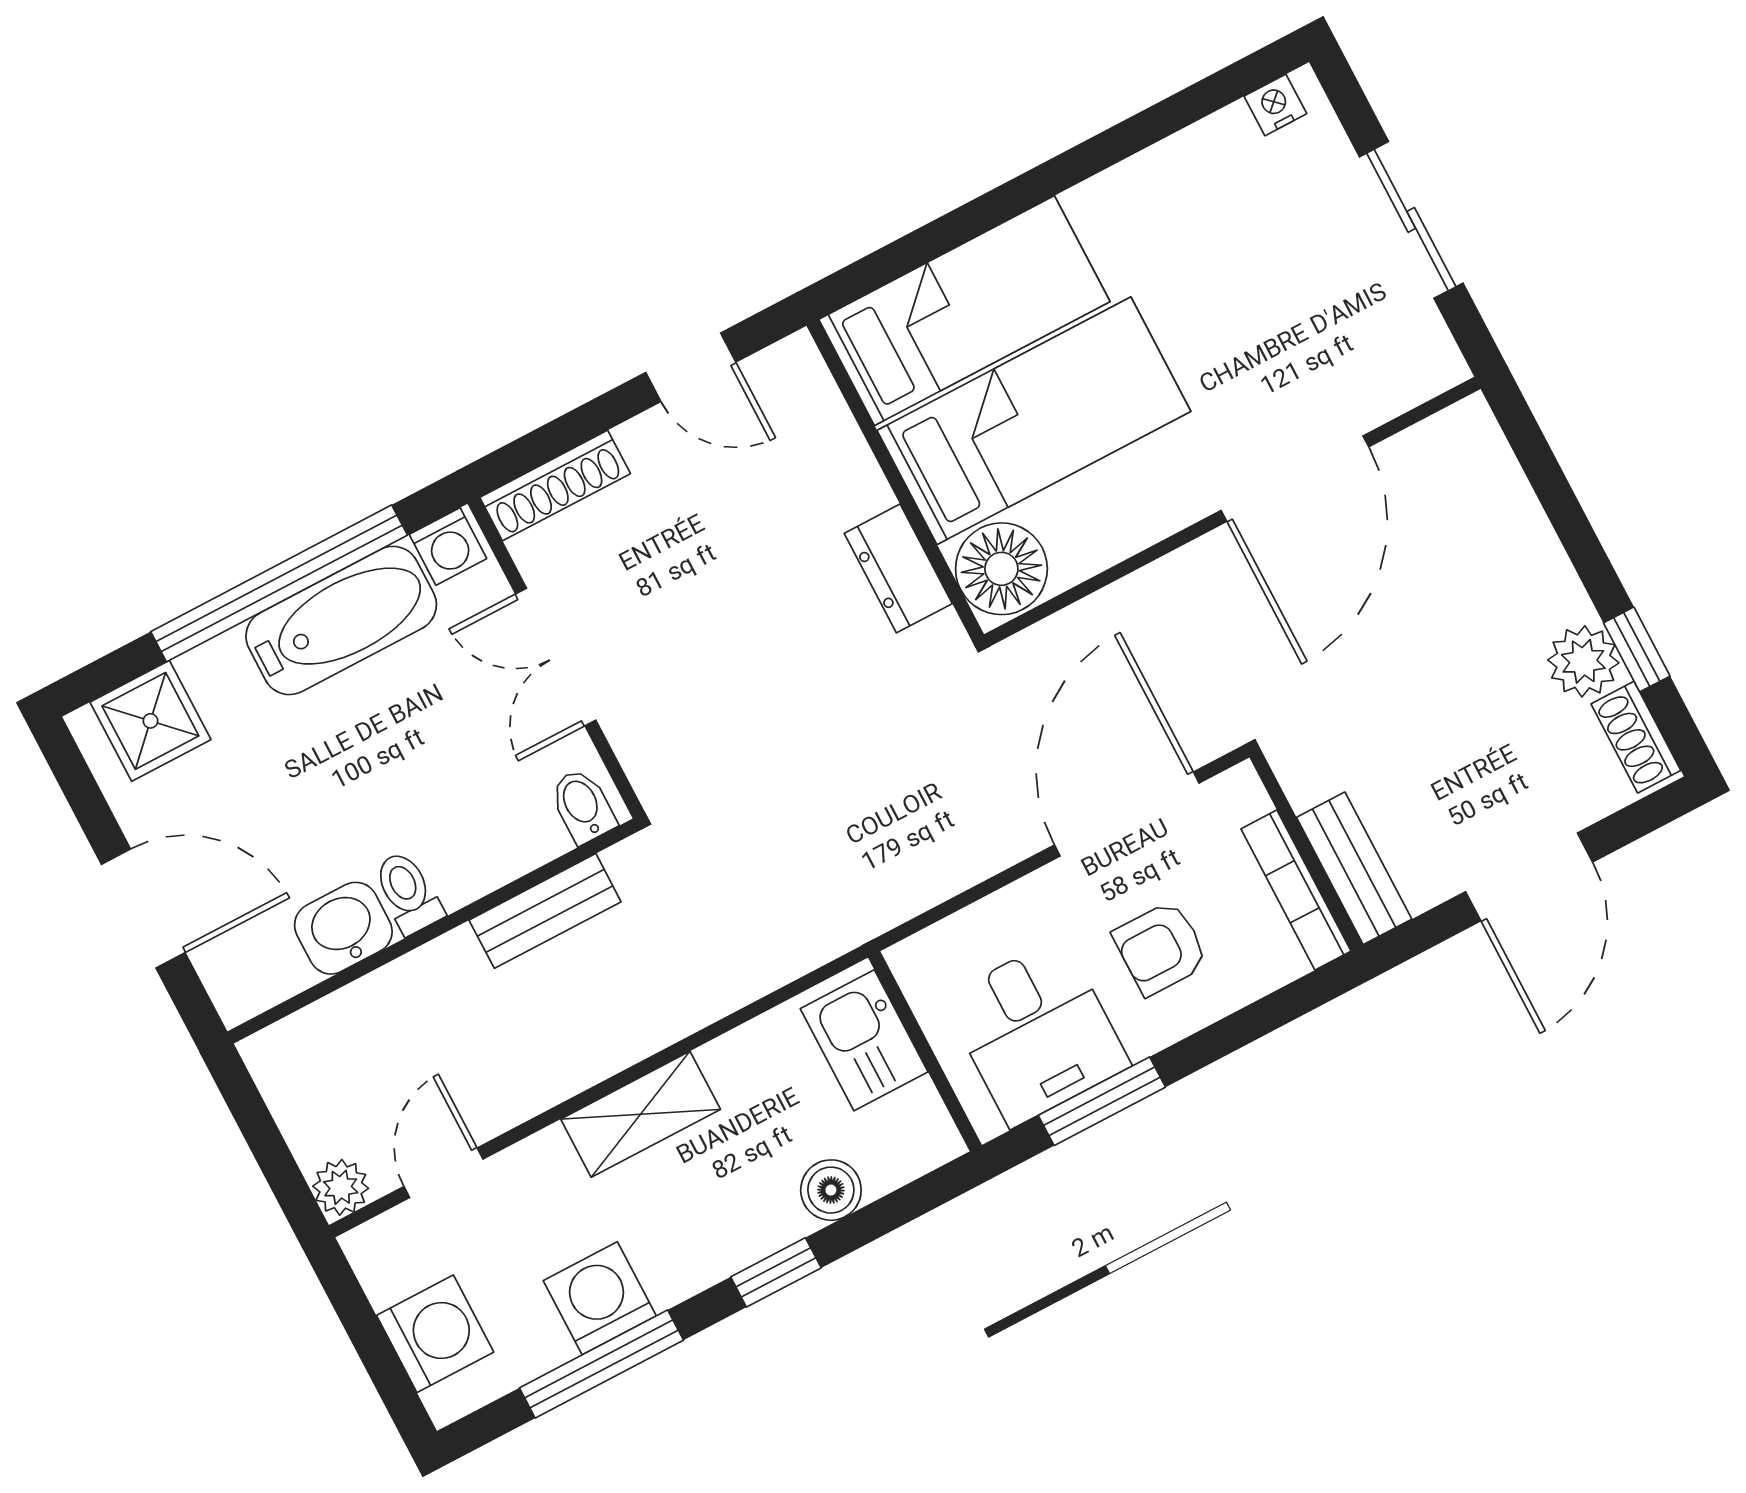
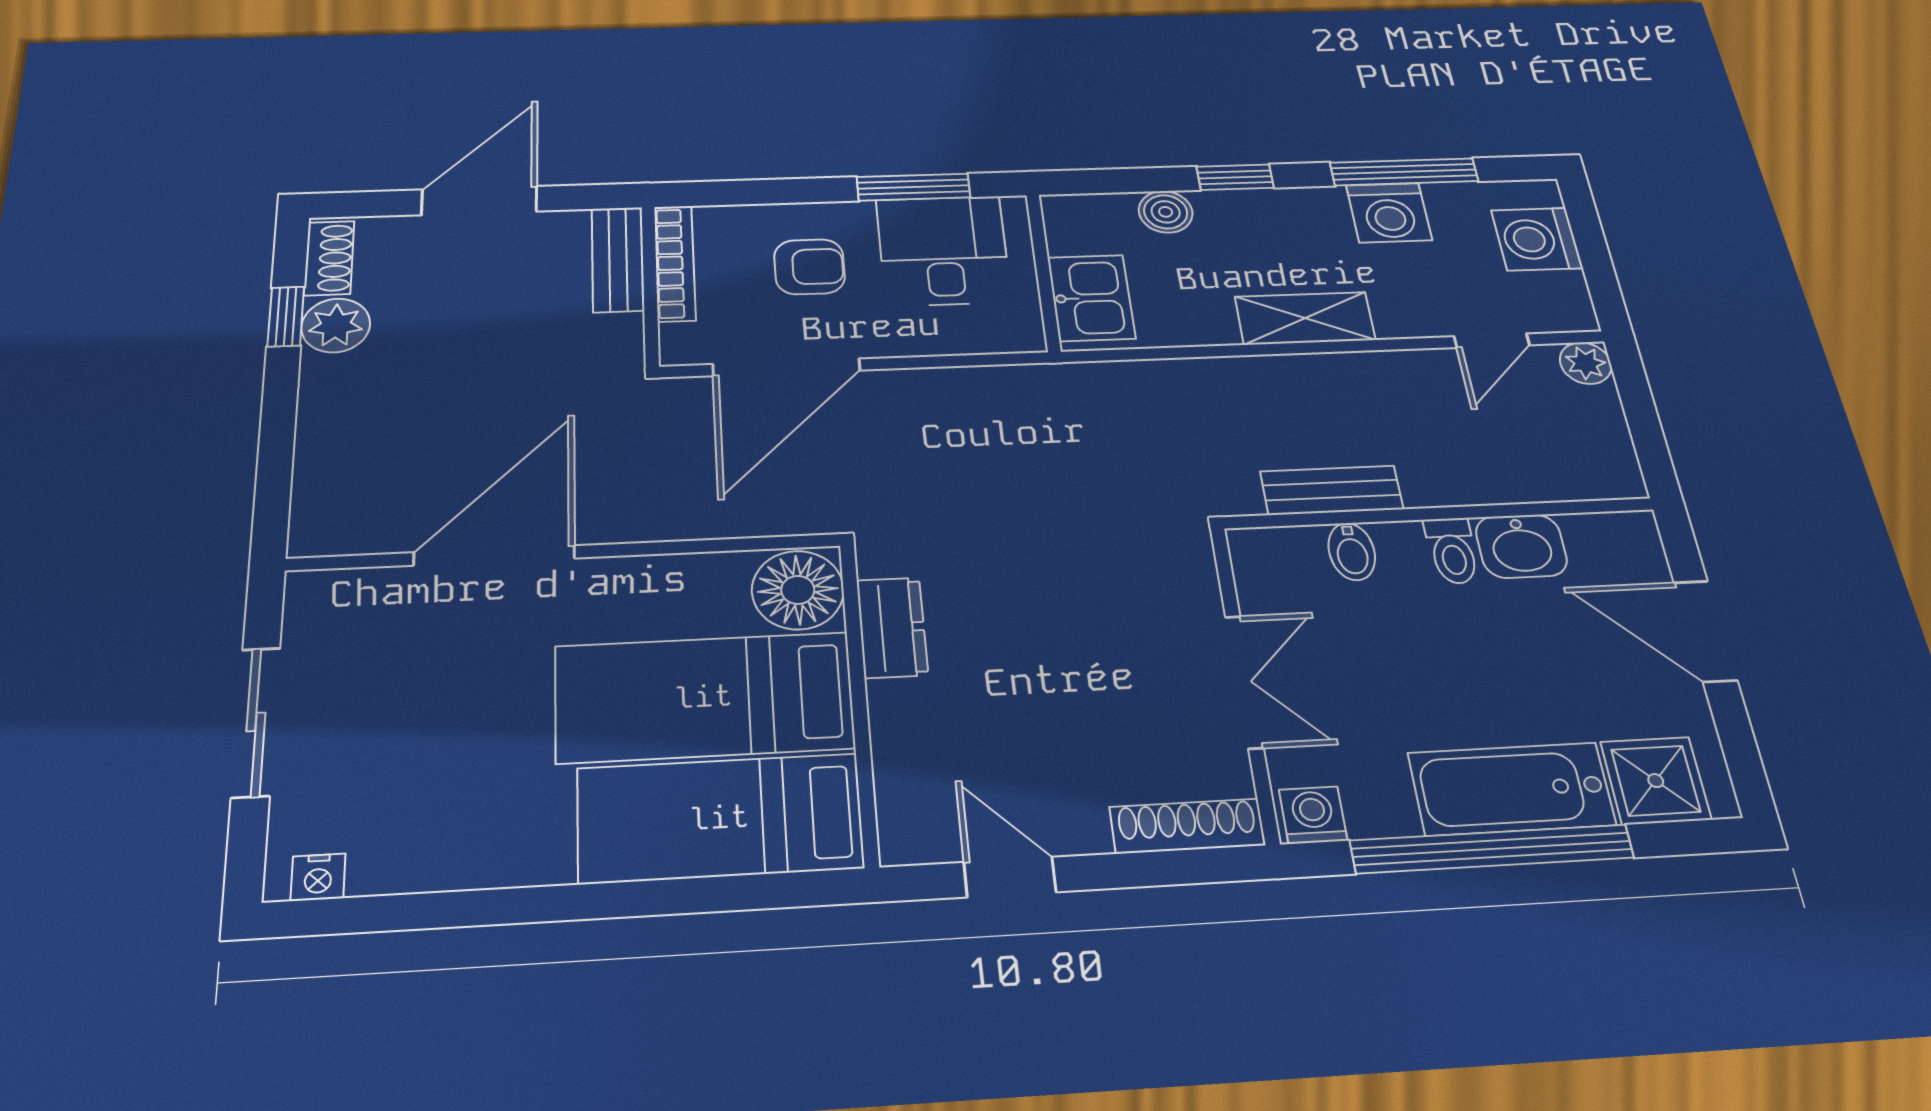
bathtub: (341, 620) -> (1511, 789), moved
bidet: (583, 806) -> (1352, 552), moved

